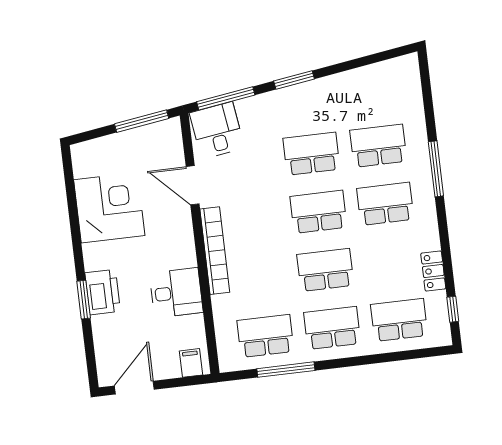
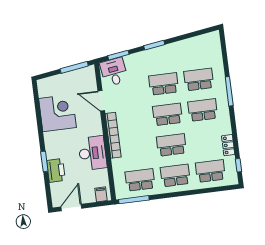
window: (226, 98) -> (118, 55), width x0.69
printer: (103, 292) -> (56, 170), moved
desk: (176, 293) -> (92, 153), width x1.37
window: (286, 370) -> (134, 200), moved

